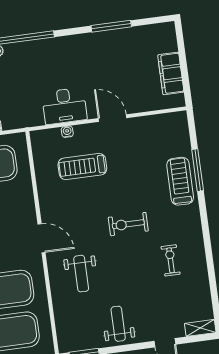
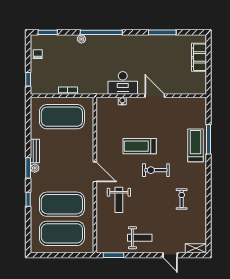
filing cabinet: (171, 73) -> (199, 57), moved
treadmill: (82, 167) -> (140, 146), moved
weight bench: (118, 324) -> (140, 238), turned 90

